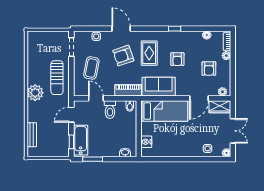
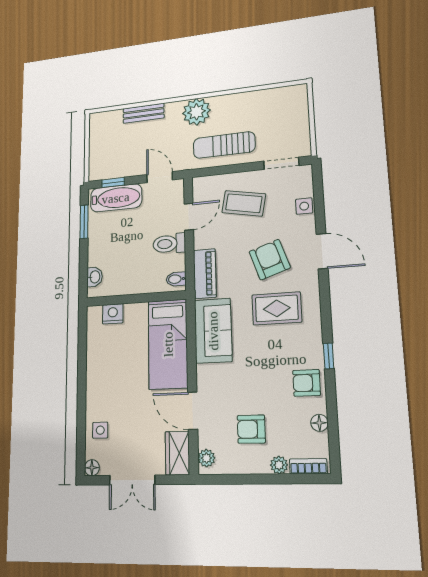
door: (121, 29) -> (322, 251), hinge flipped
armchair: (177, 59) -> (307, 383), moved
bench: (32, 135) -> (144, 113), moved

